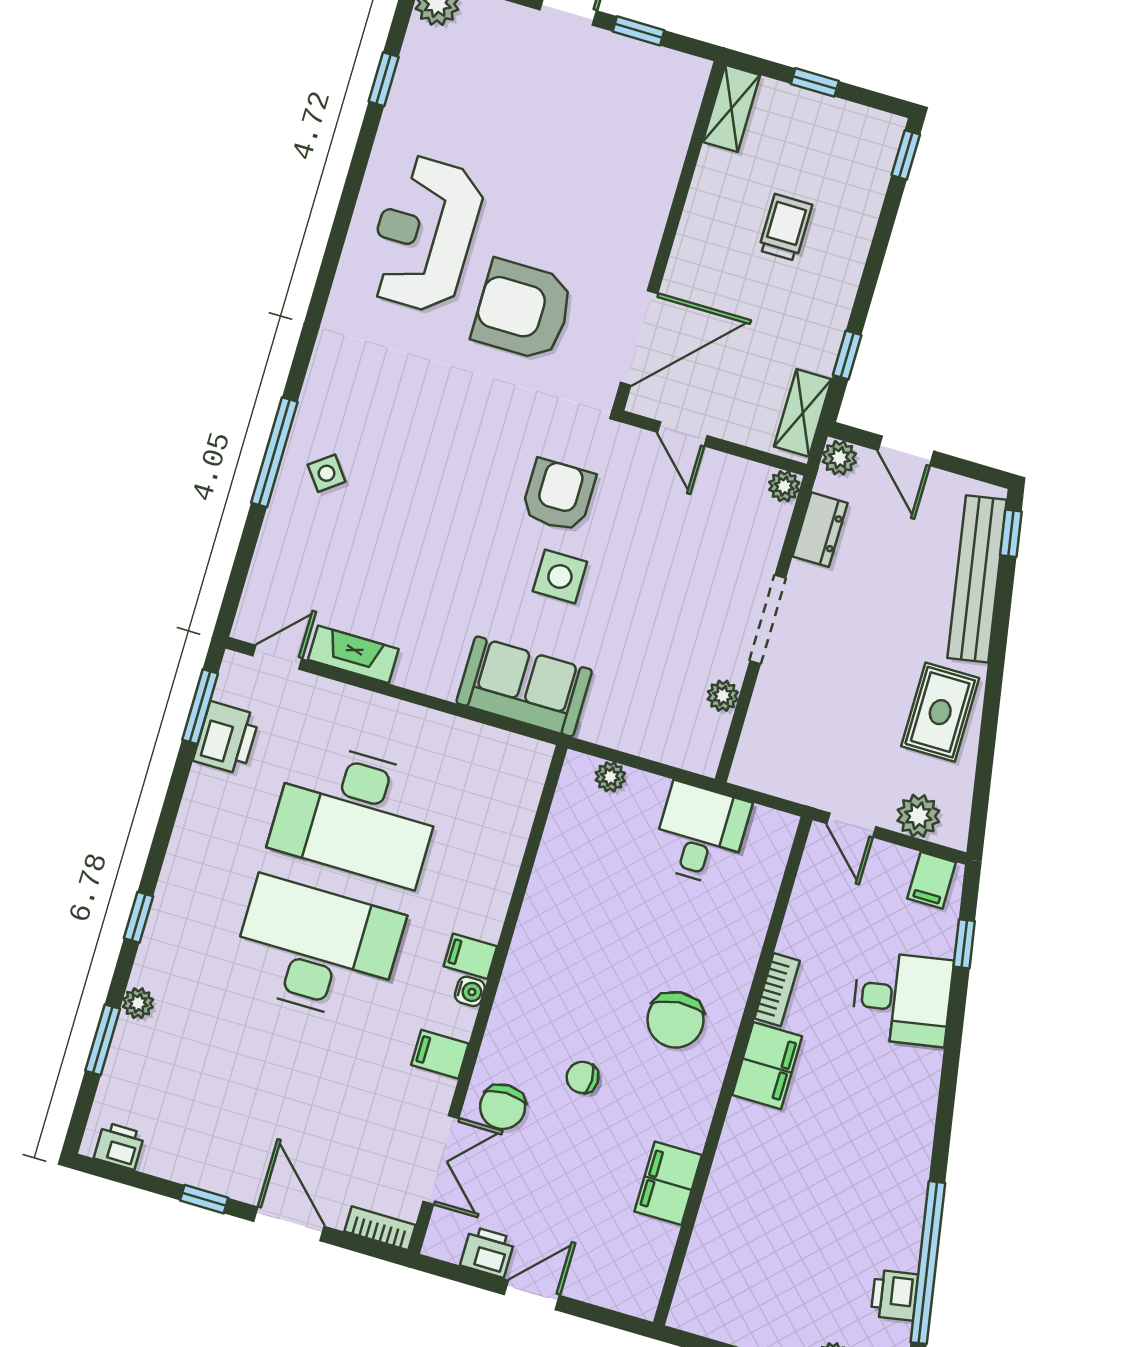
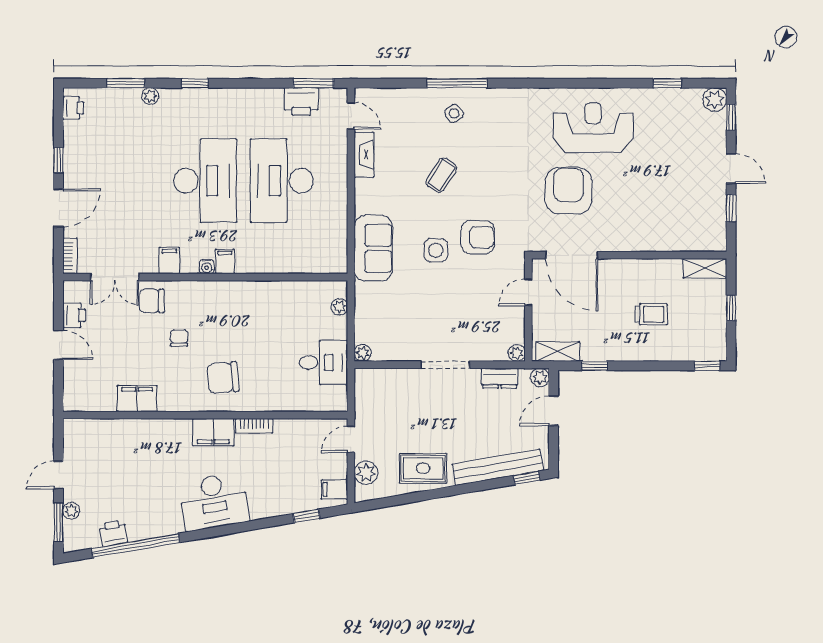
coffee table: (429, 528) -> (441, 175), added
plant: (723, 696) -> (363, 353), moved
desk: (902, 999) -> (214, 502), moved, width x1.37

